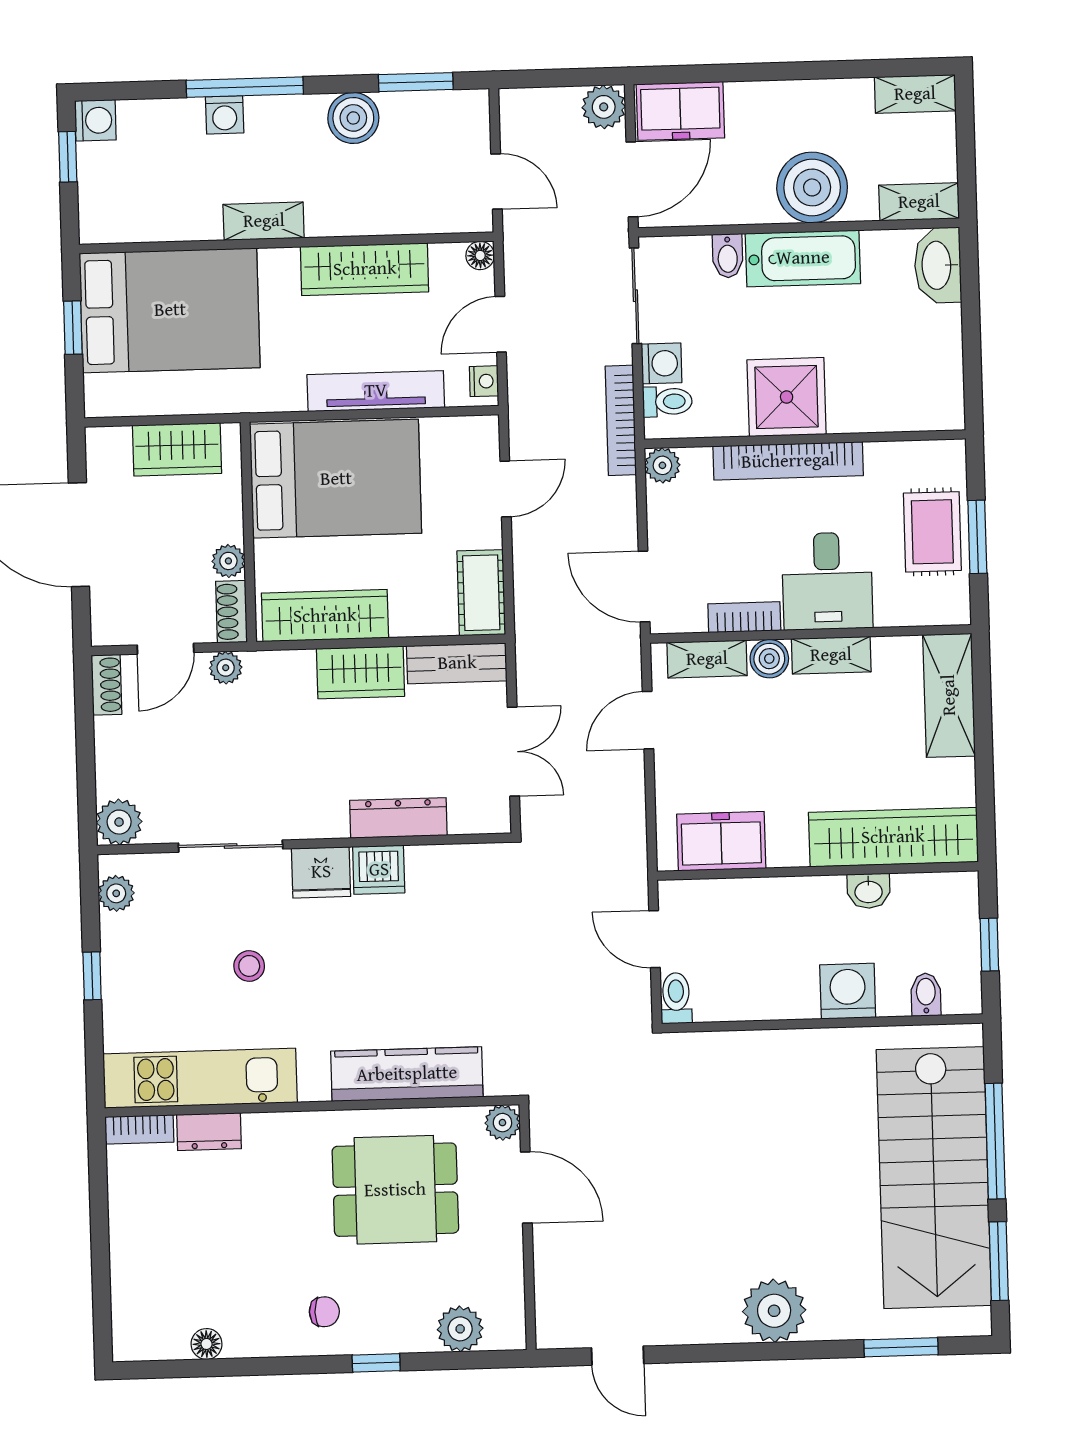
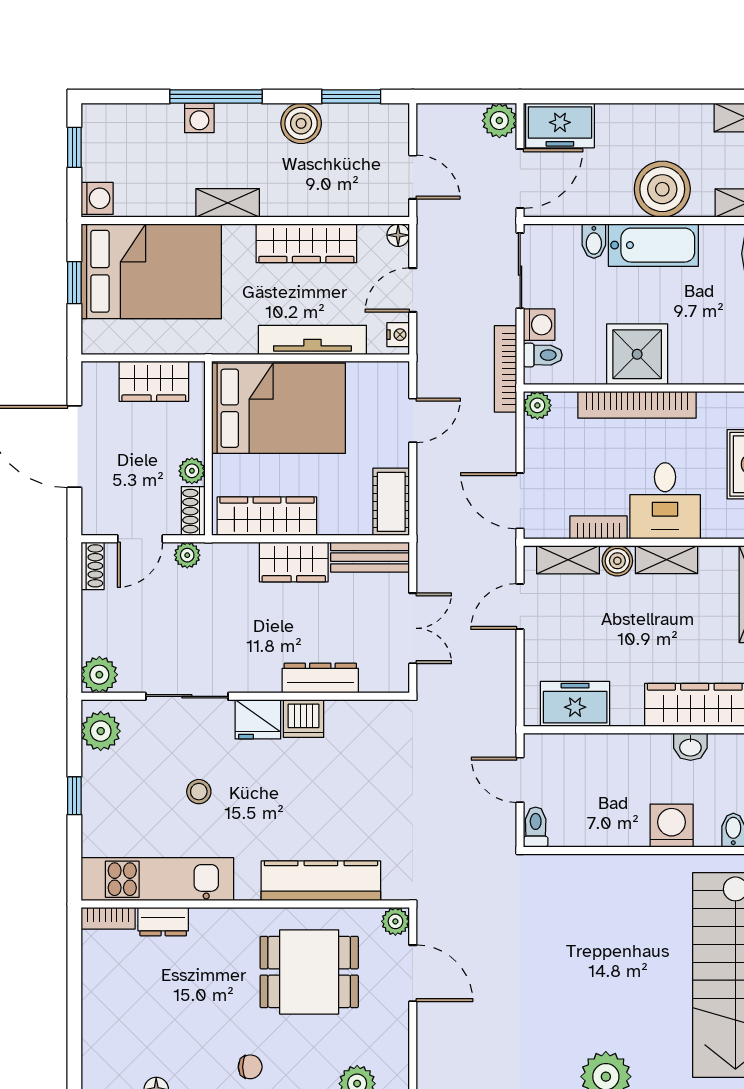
washing machine: (95, 120) -> (97, 198), moved
plant: (116, 893) -> (101, 731), width x1.38, depth x1.38

